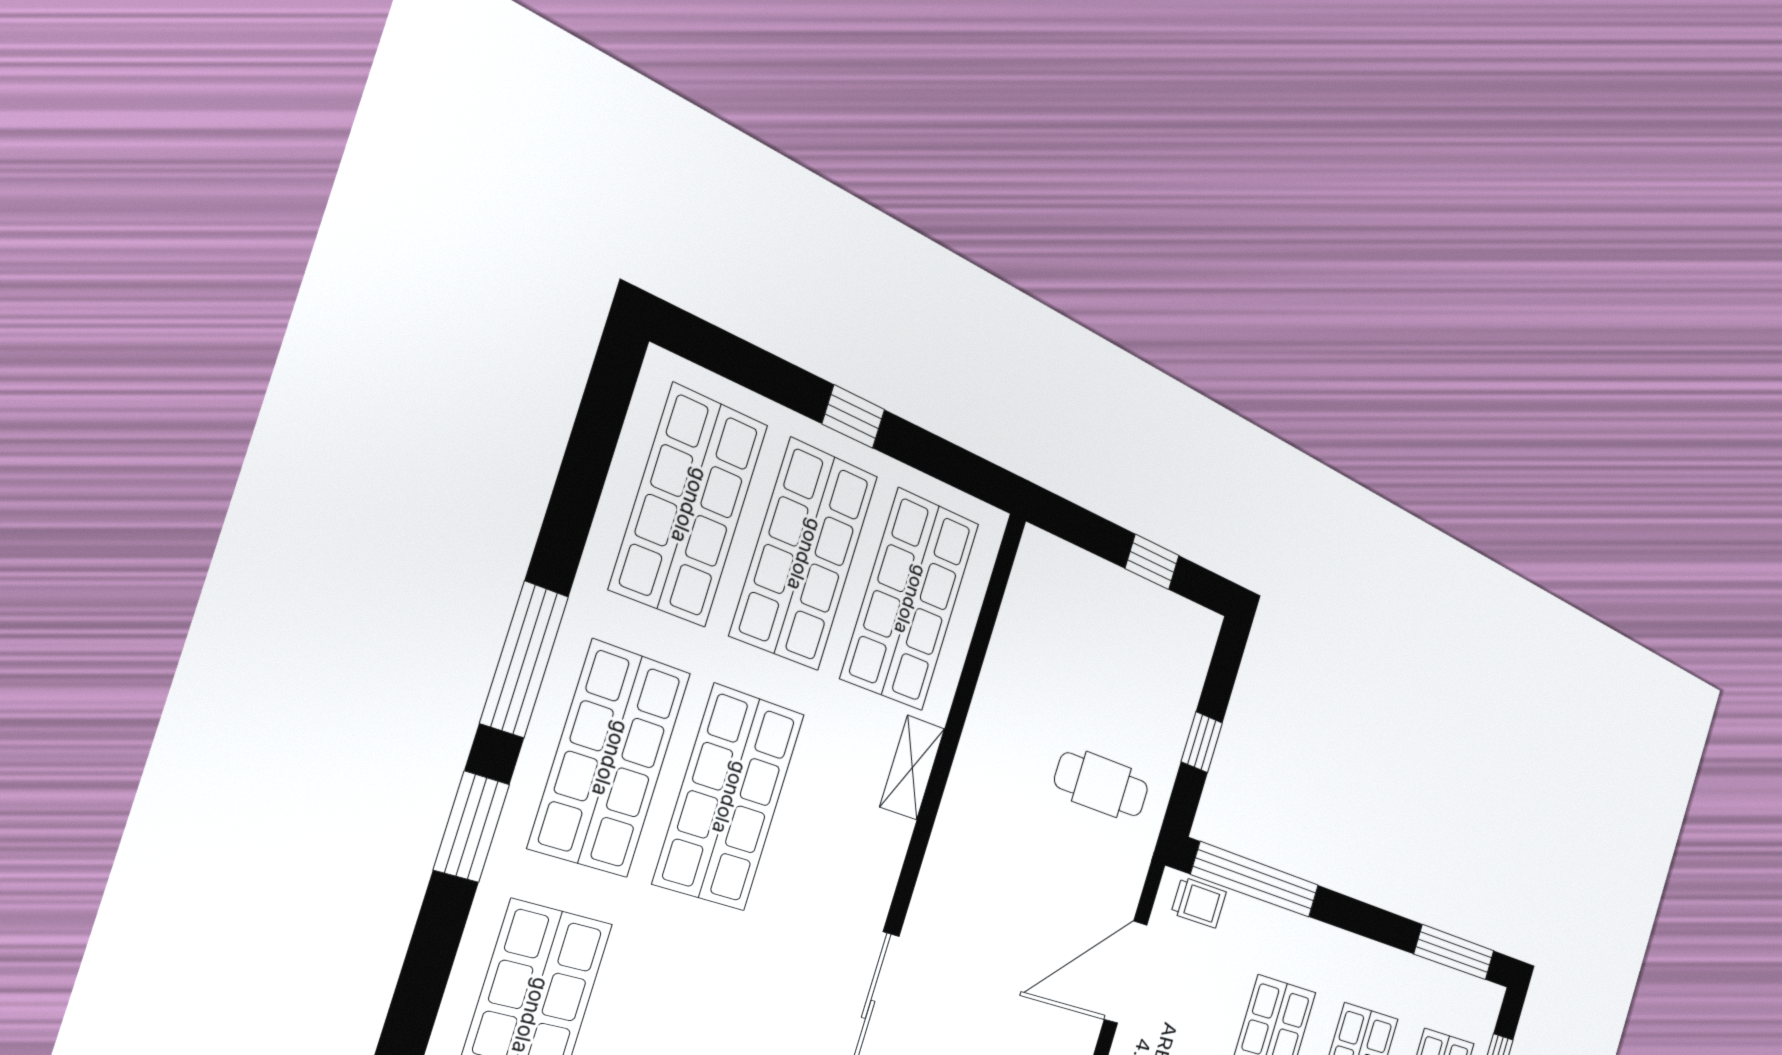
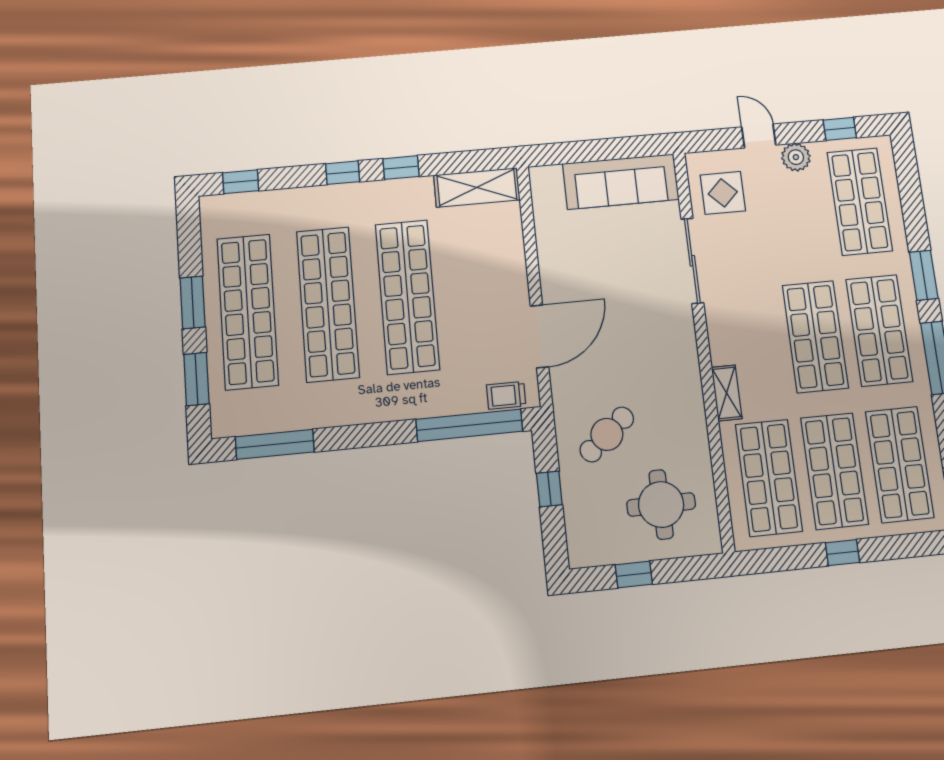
round table: (1076, 643) -> (661, 504), added
cafe table: (1102, 785) -> (607, 434), turned -40

